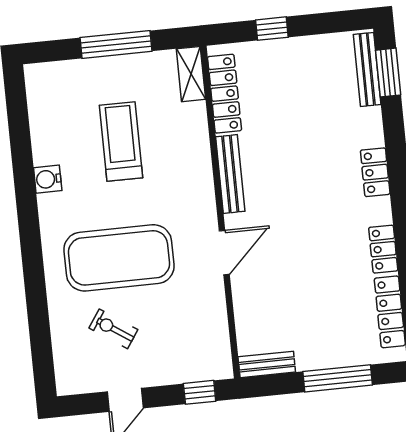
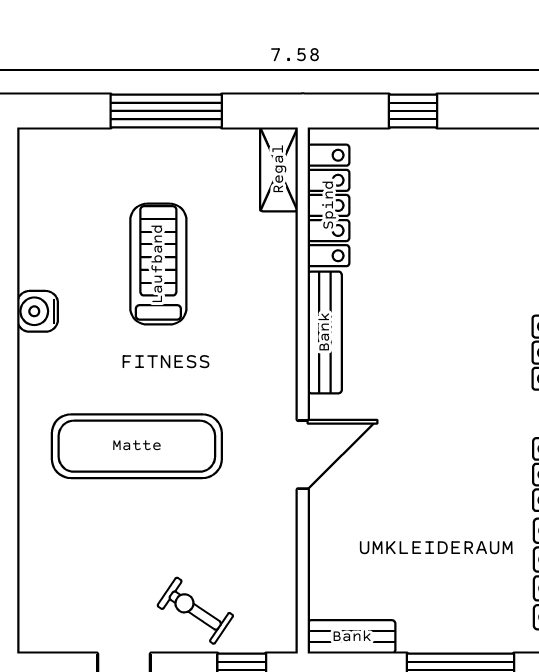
exercise mat: (119, 258) -> (137, 446), width x0.68
exercise bike: (113, 329) -> (195, 611), moved

